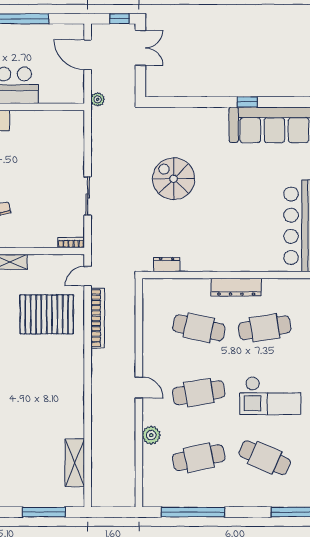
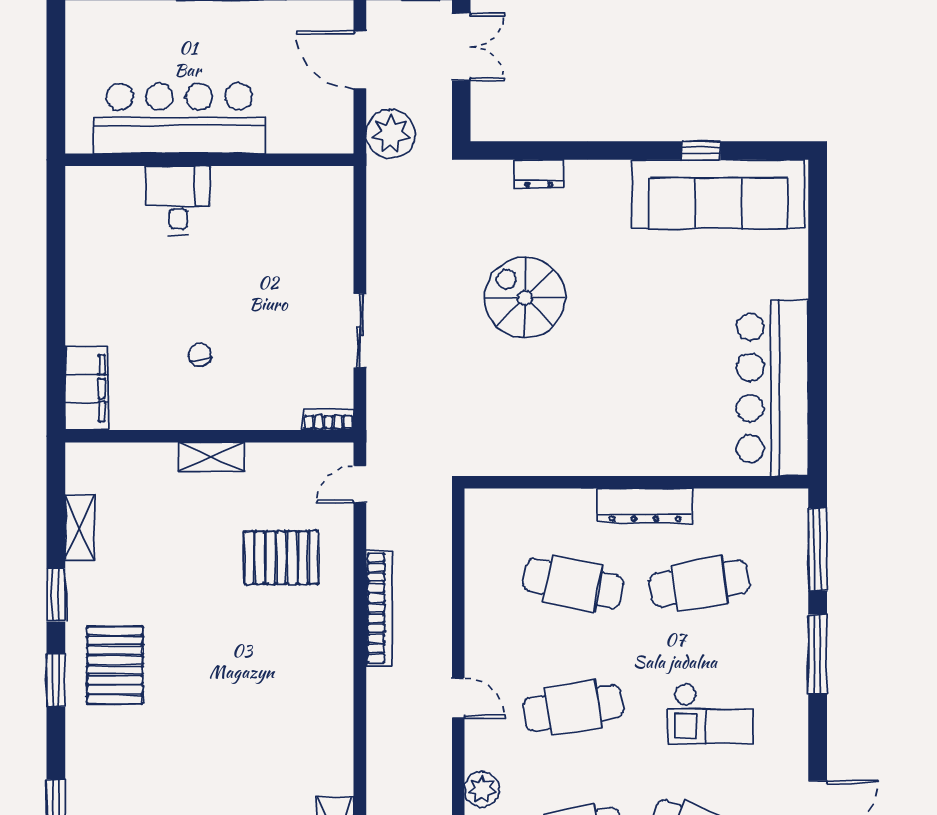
plant: (98, 99) -> (390, 134), width x1.87, depth x1.87
window: (247, 102) -> (701, 151), moved
dresser: (167, 264) -> (539, 174), moved, turned 180
pallet: (47, 314) -> (282, 558), width x0.73, depth x0.71
bookcase: (98, 318) -> (379, 608), moved
checkout: (270, 396) -> (710, 714), width x0.73, depth x0.83

